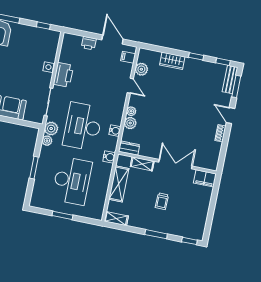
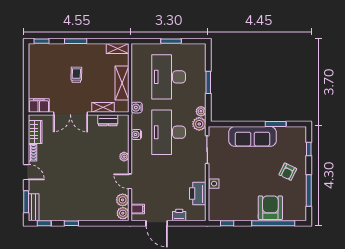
wardrobe: (172, 61) -> (35, 132), moved, turned 90
printer: (63, 75) -> (198, 194), moved
plant: (130, 123) -> (123, 213), moved
desk: (83, 126) -> (169, 132), turned 180
dresser: (129, 148) -> (108, 120), moved

